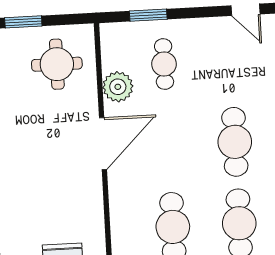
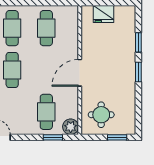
cafe table: (164, 64) -> (46, 112), width x1.37, depth x1.35
plant: (118, 87) -> (71, 127), moved

